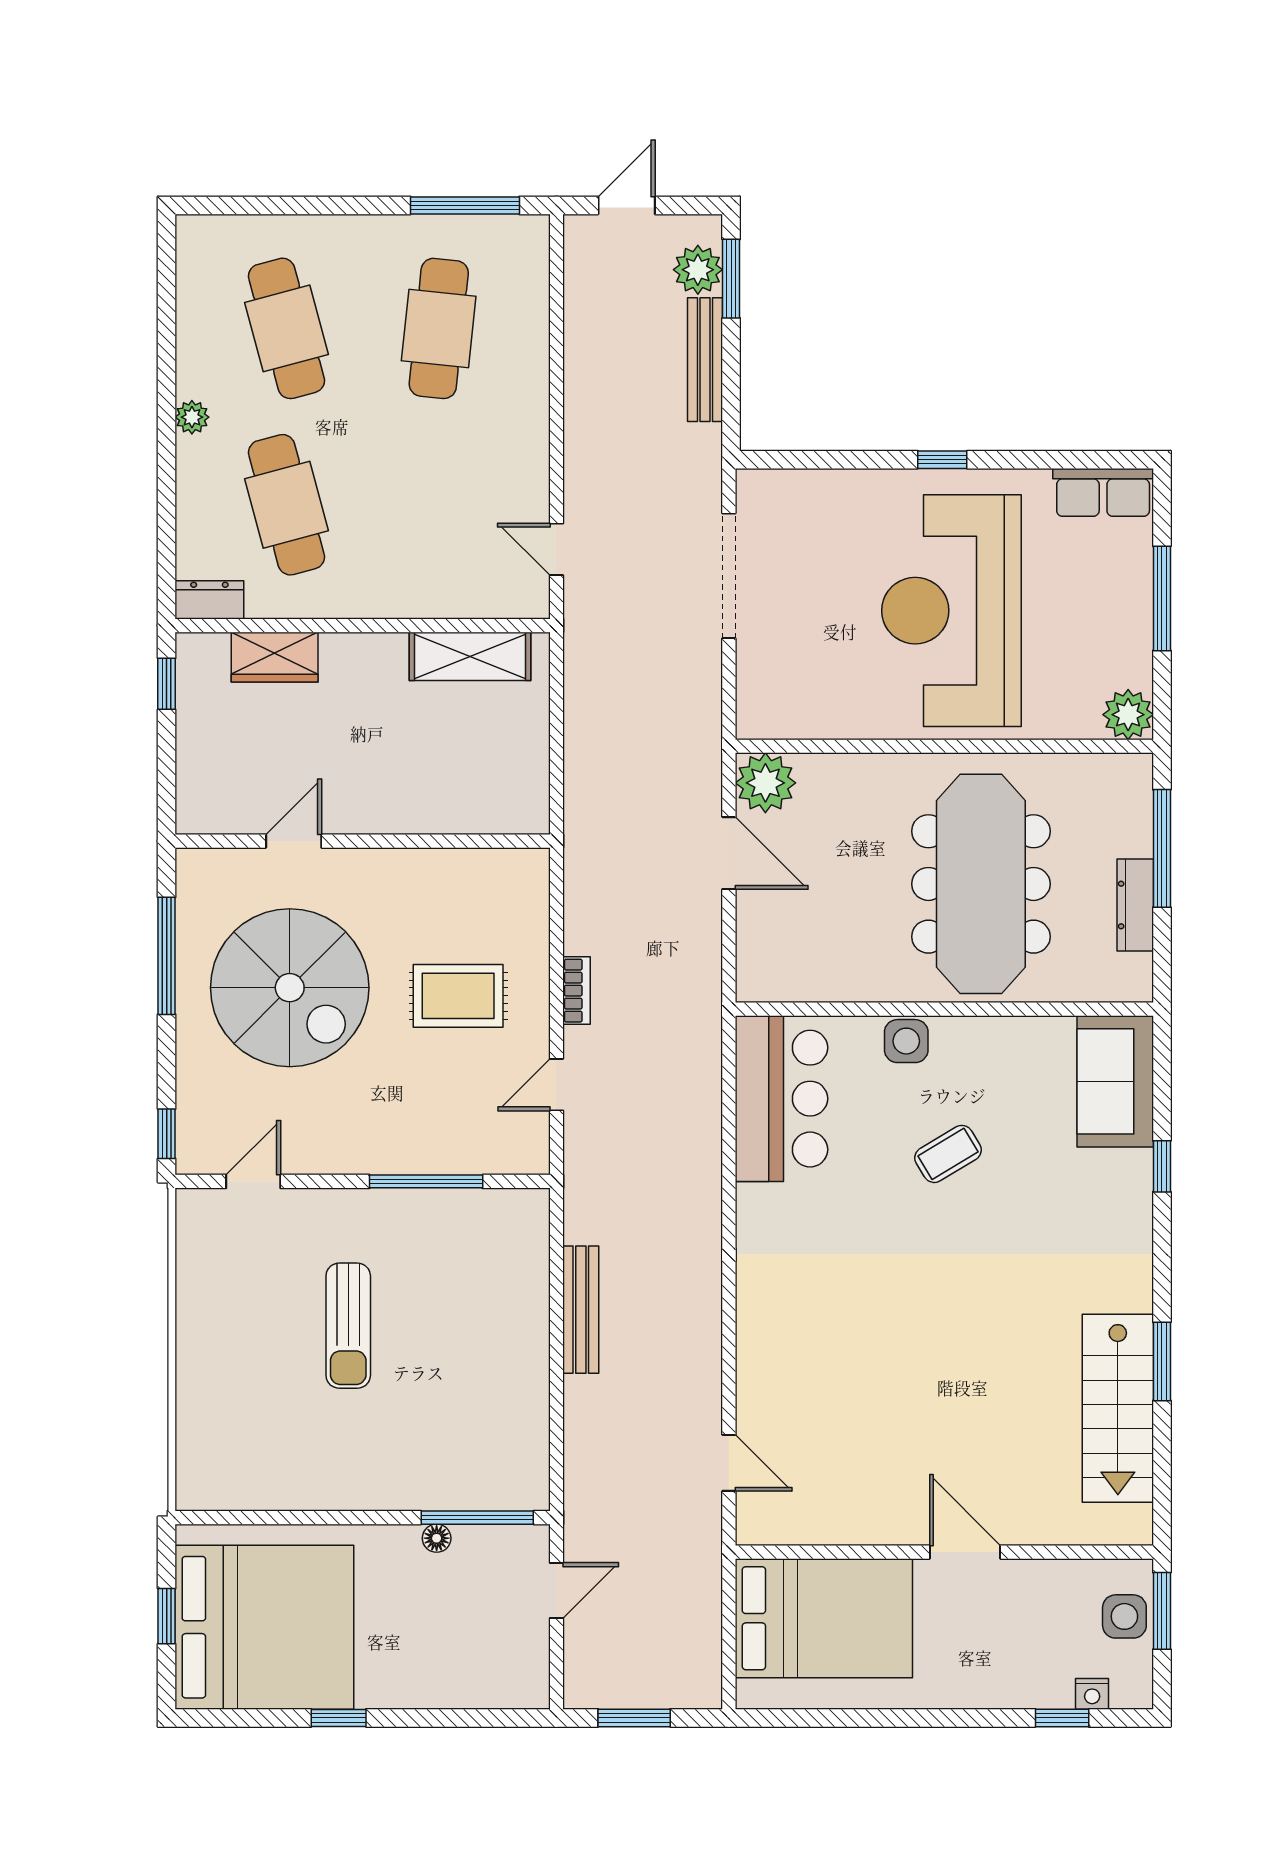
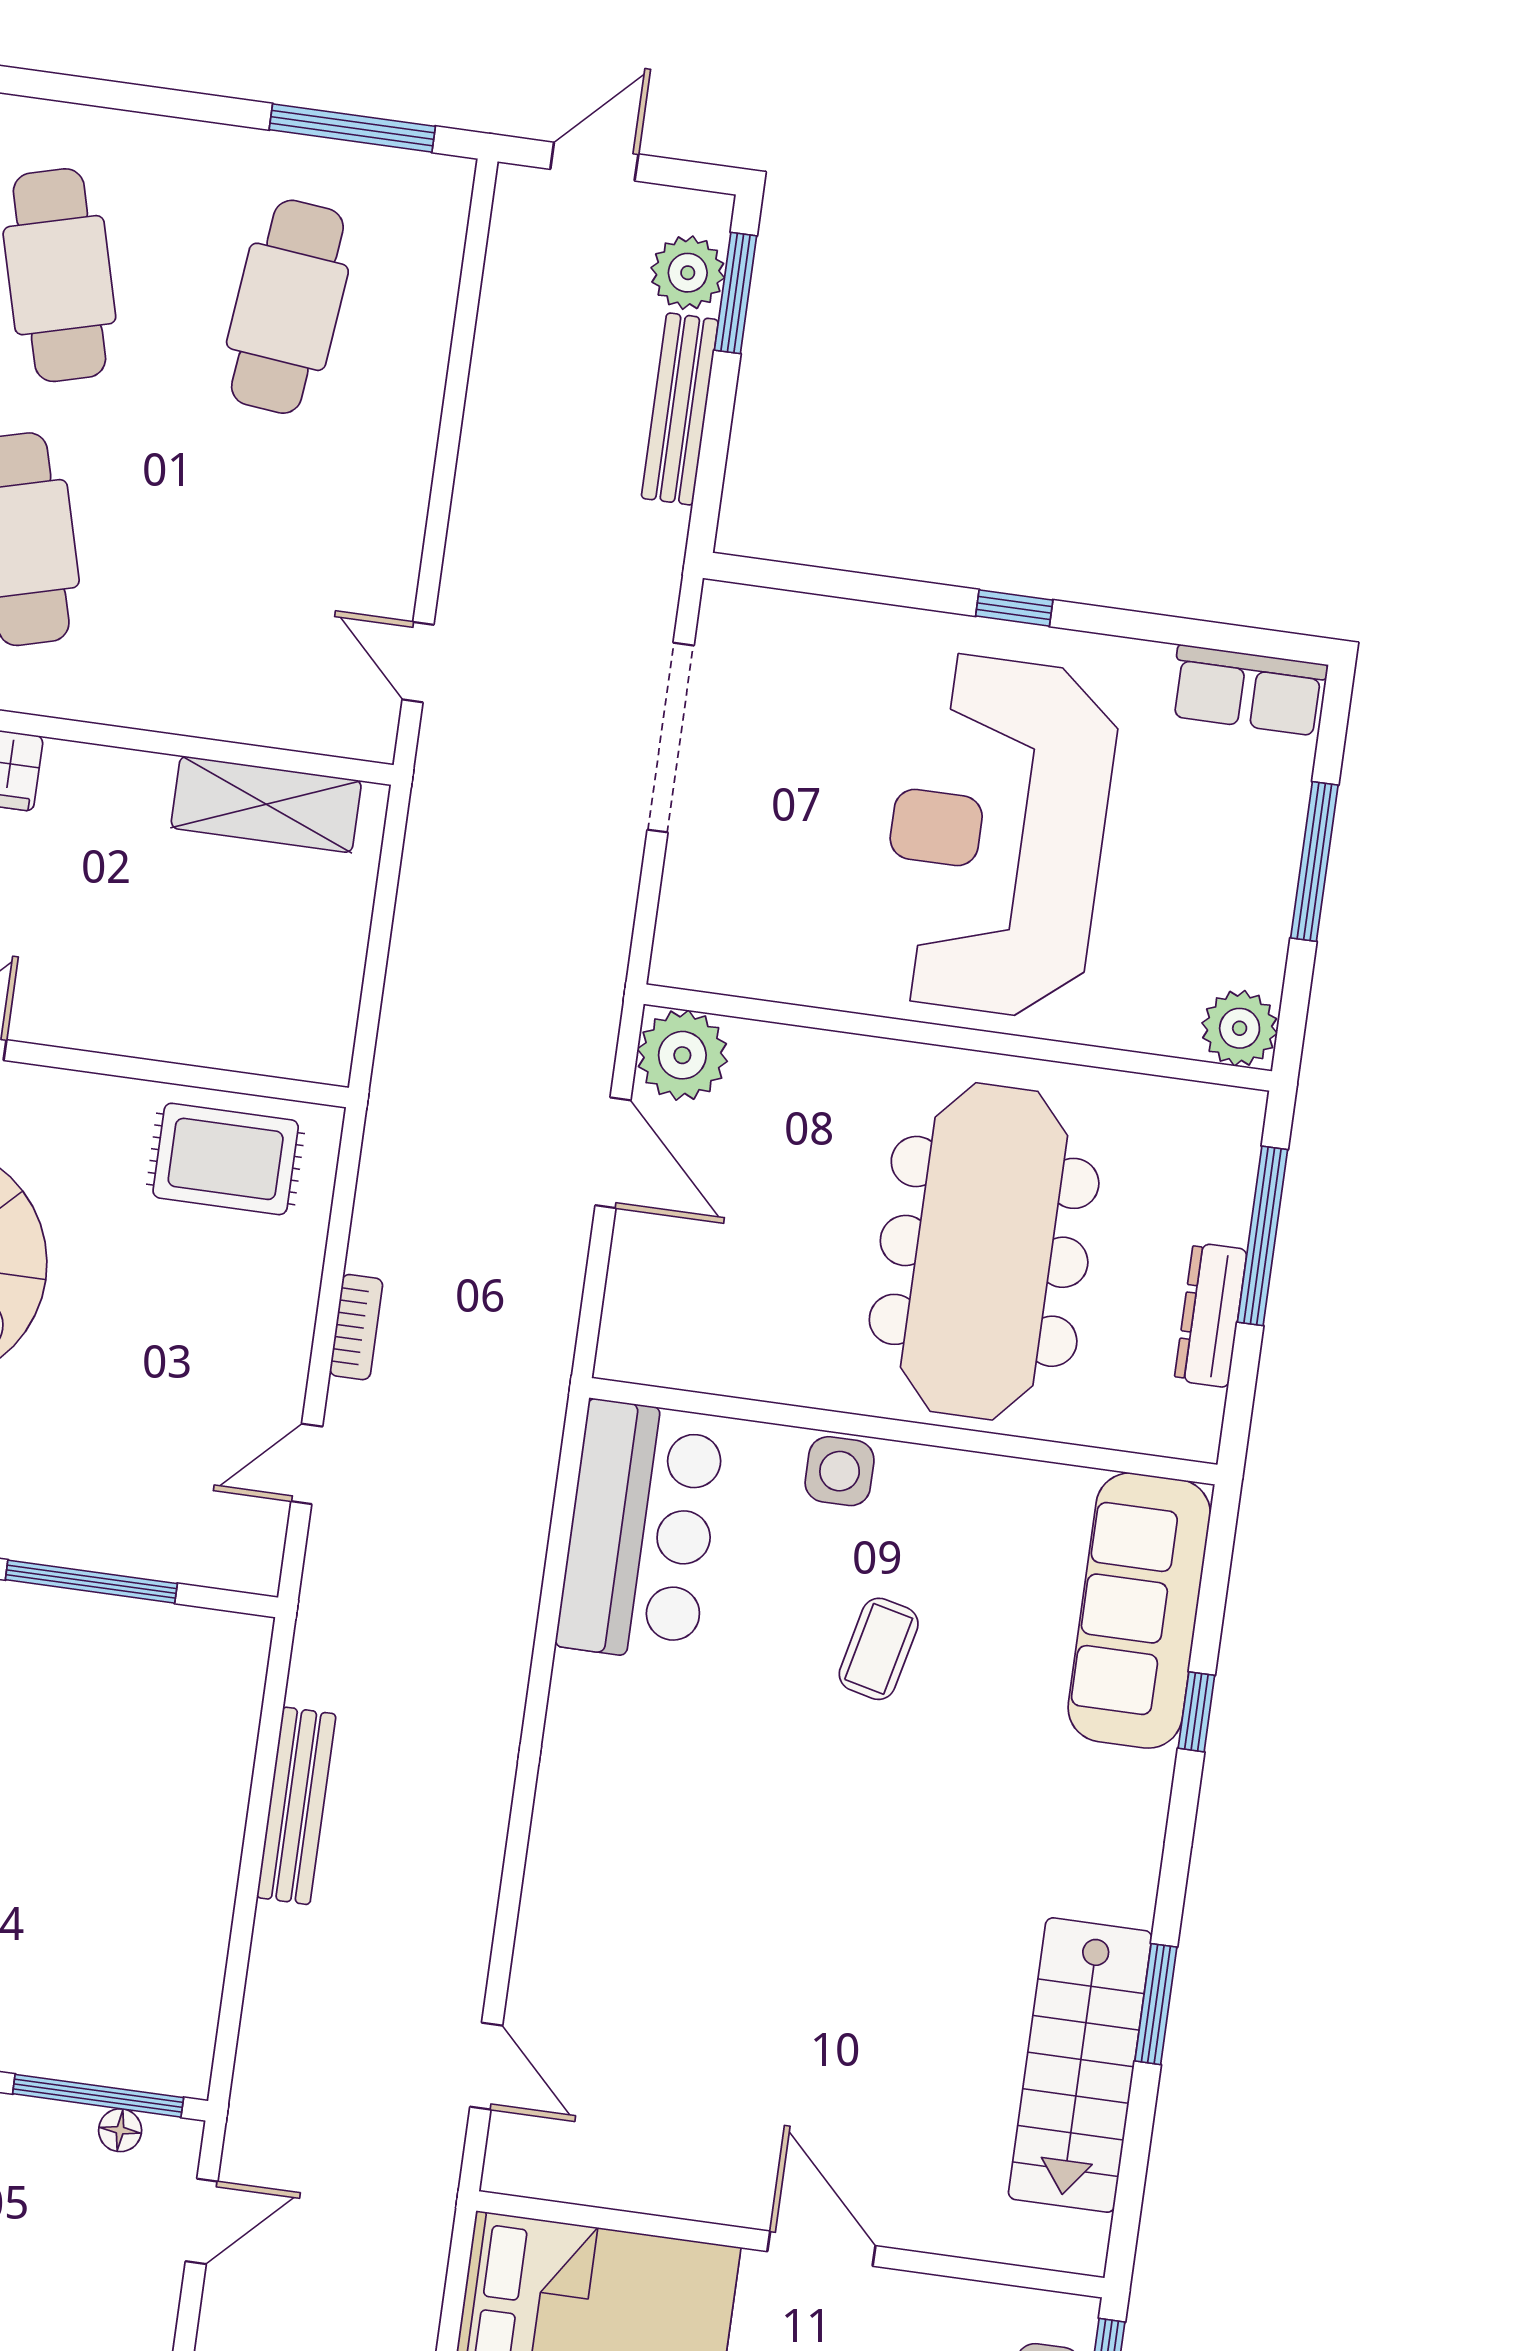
rug: (458, 996) -> (226, 1159), moved
sofa: (1115, 1081) -> (1139, 1611), width x1.36
coffee table: (948, 1154) -> (879, 1649), turned -46
floor lamp: (437, 1538) -> (120, 2130), moved

